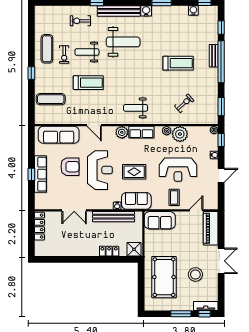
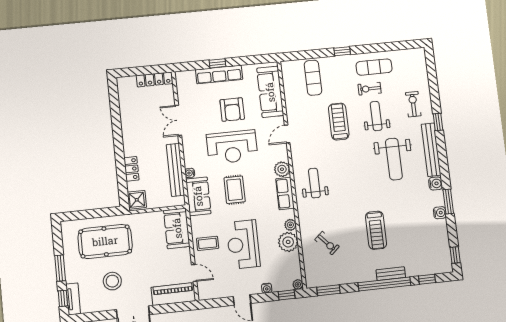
water cooler: (193, 11) -> (440, 213), moved
treadmill: (88, 83) -> (339, 122), turned 180

